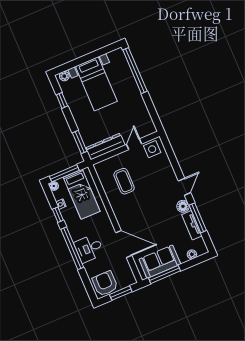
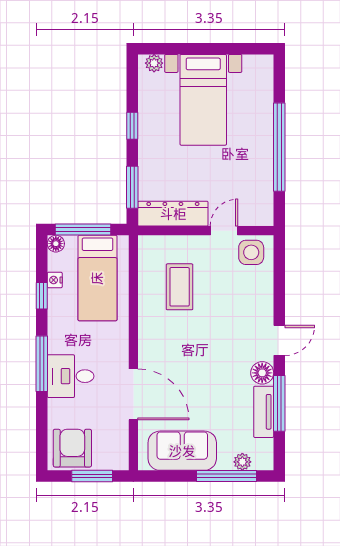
window: (135, 71) -> (279, 147), moved
window: (62, 100) -> (132, 126), moved
window: (72, 248) -> (42, 364), width x0.68
window: (164, 274) -> (227, 476), moved

